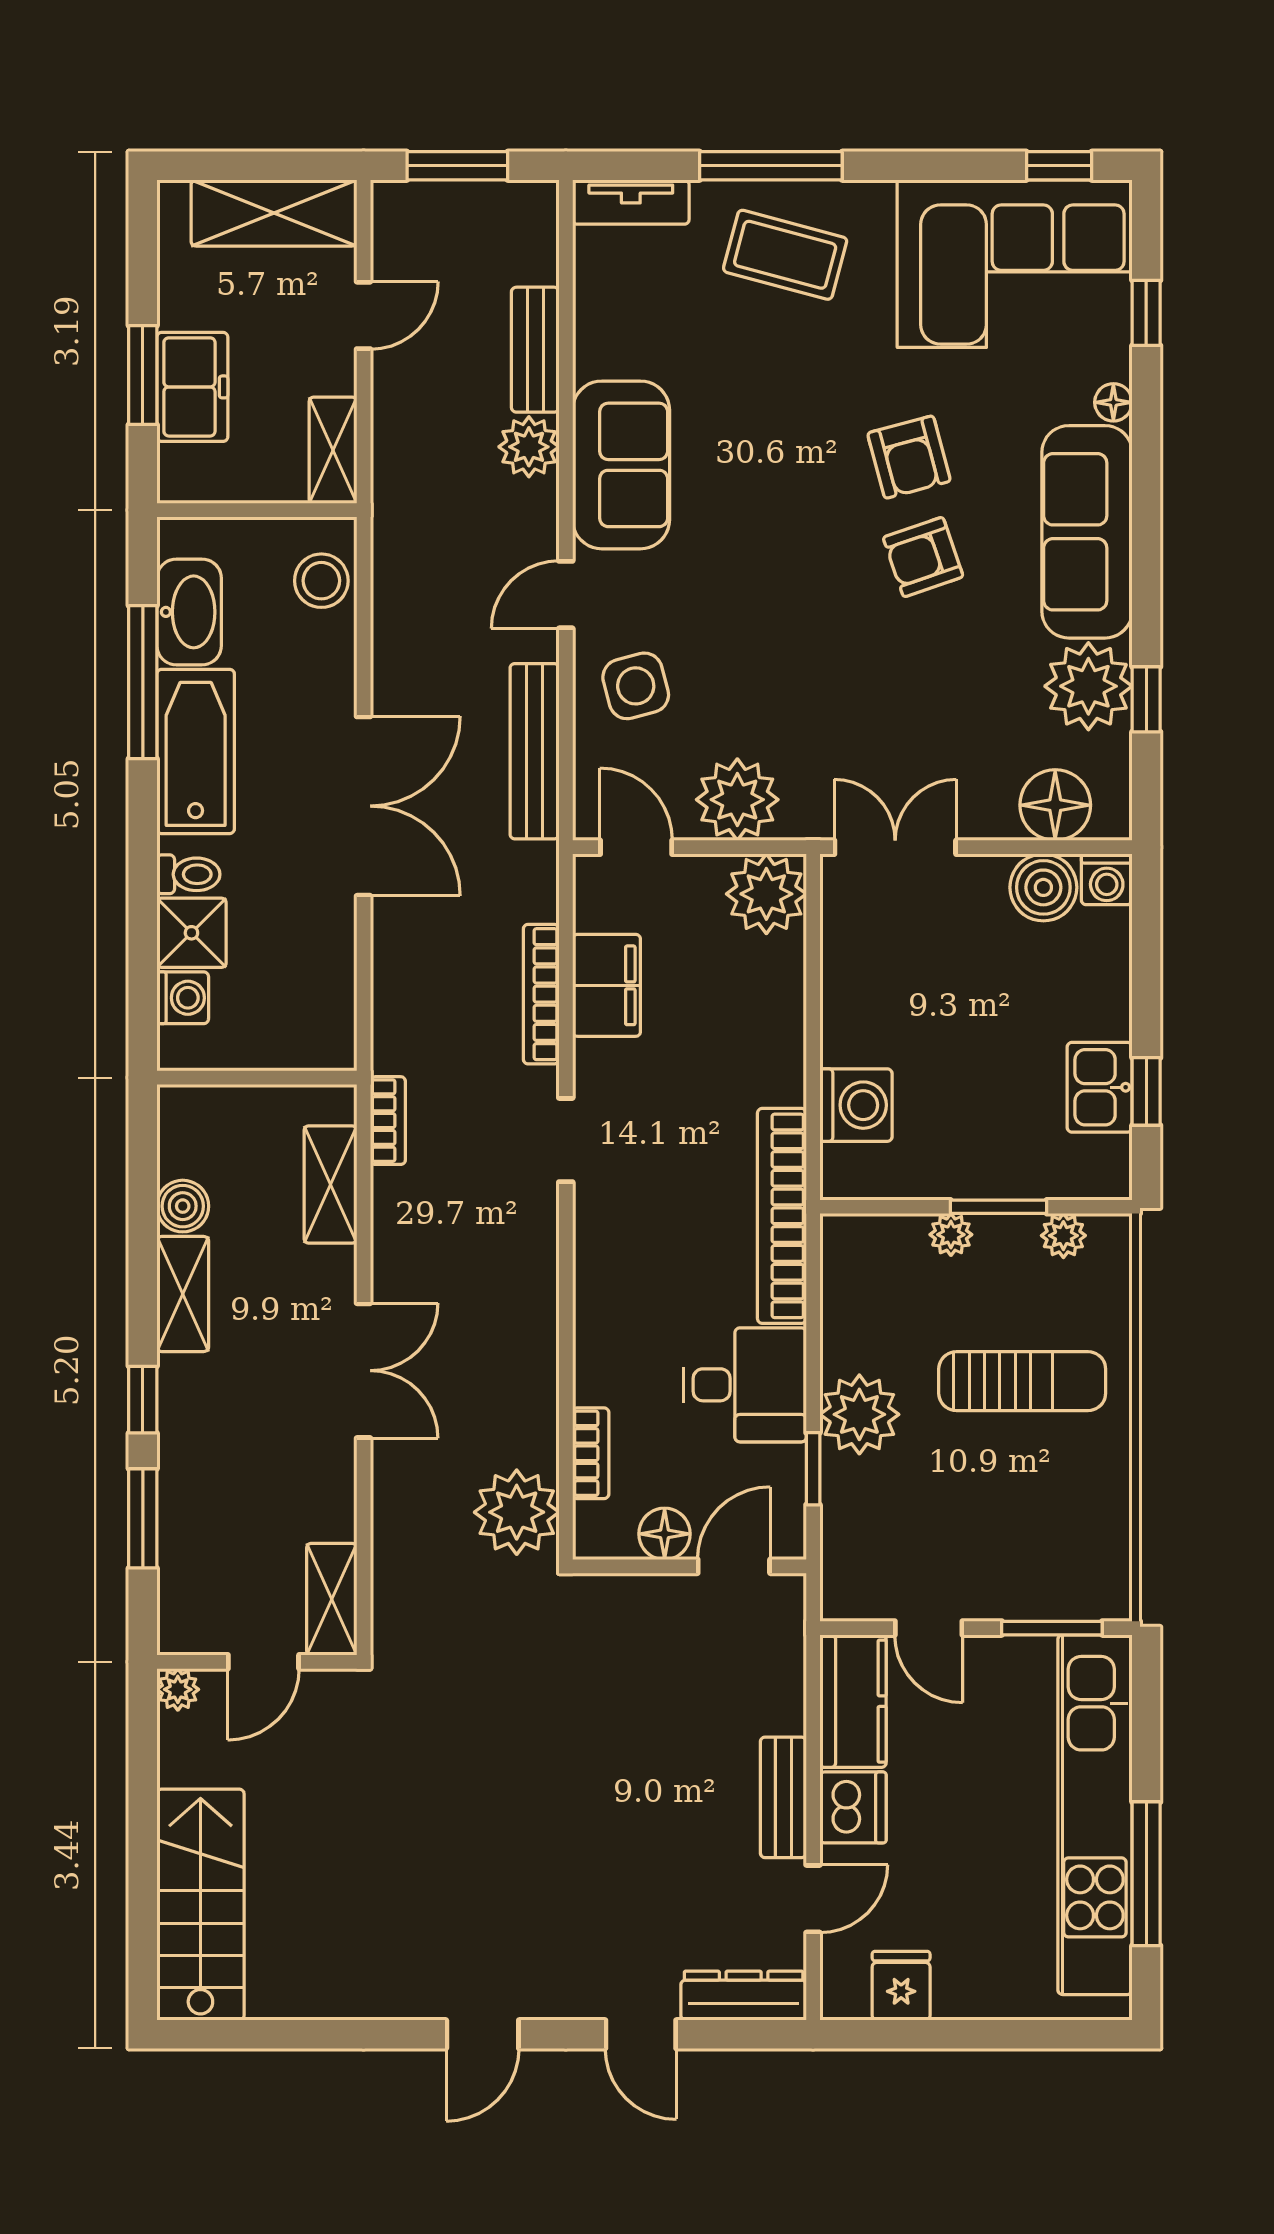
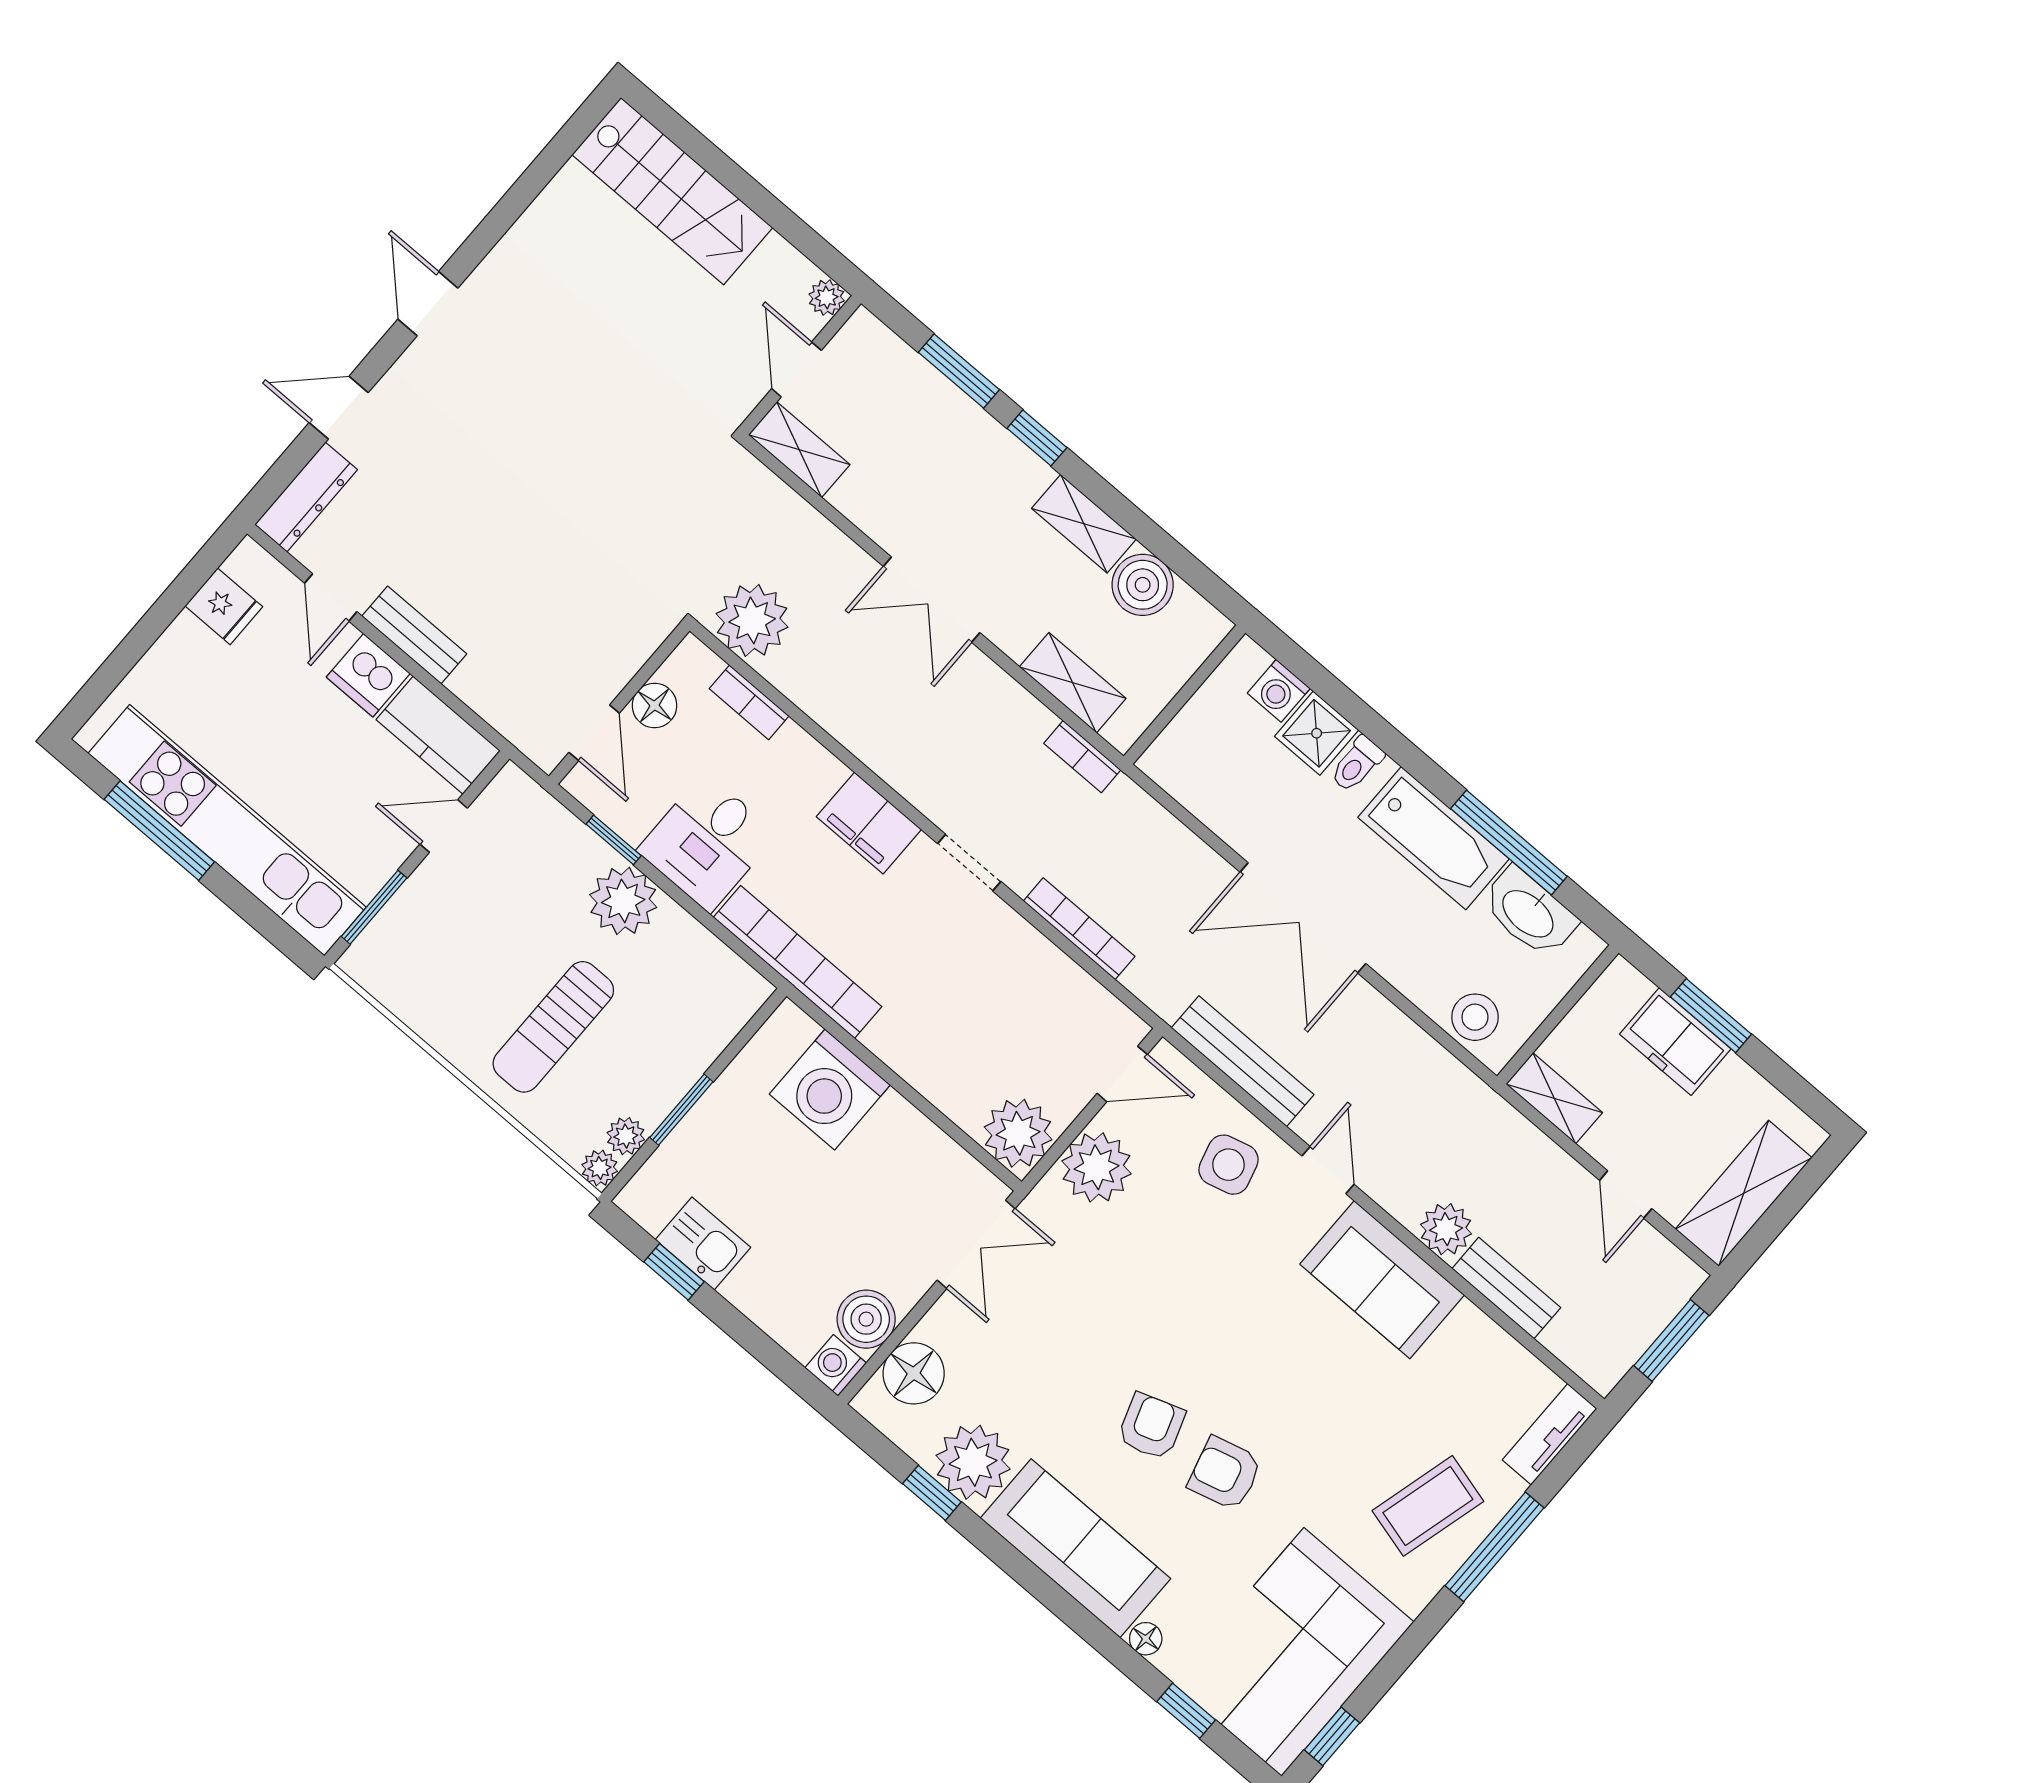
filing cabinet: (607, 985) -> (869, 823), moved
washing machine: (856, 1105) -> (830, 1090), width x1.37, depth x1.37
boiler: (183, 1206) -> (1143, 585), width x1.36, depth x1.36
plant: (951, 1235) -> (600, 1168), moved

